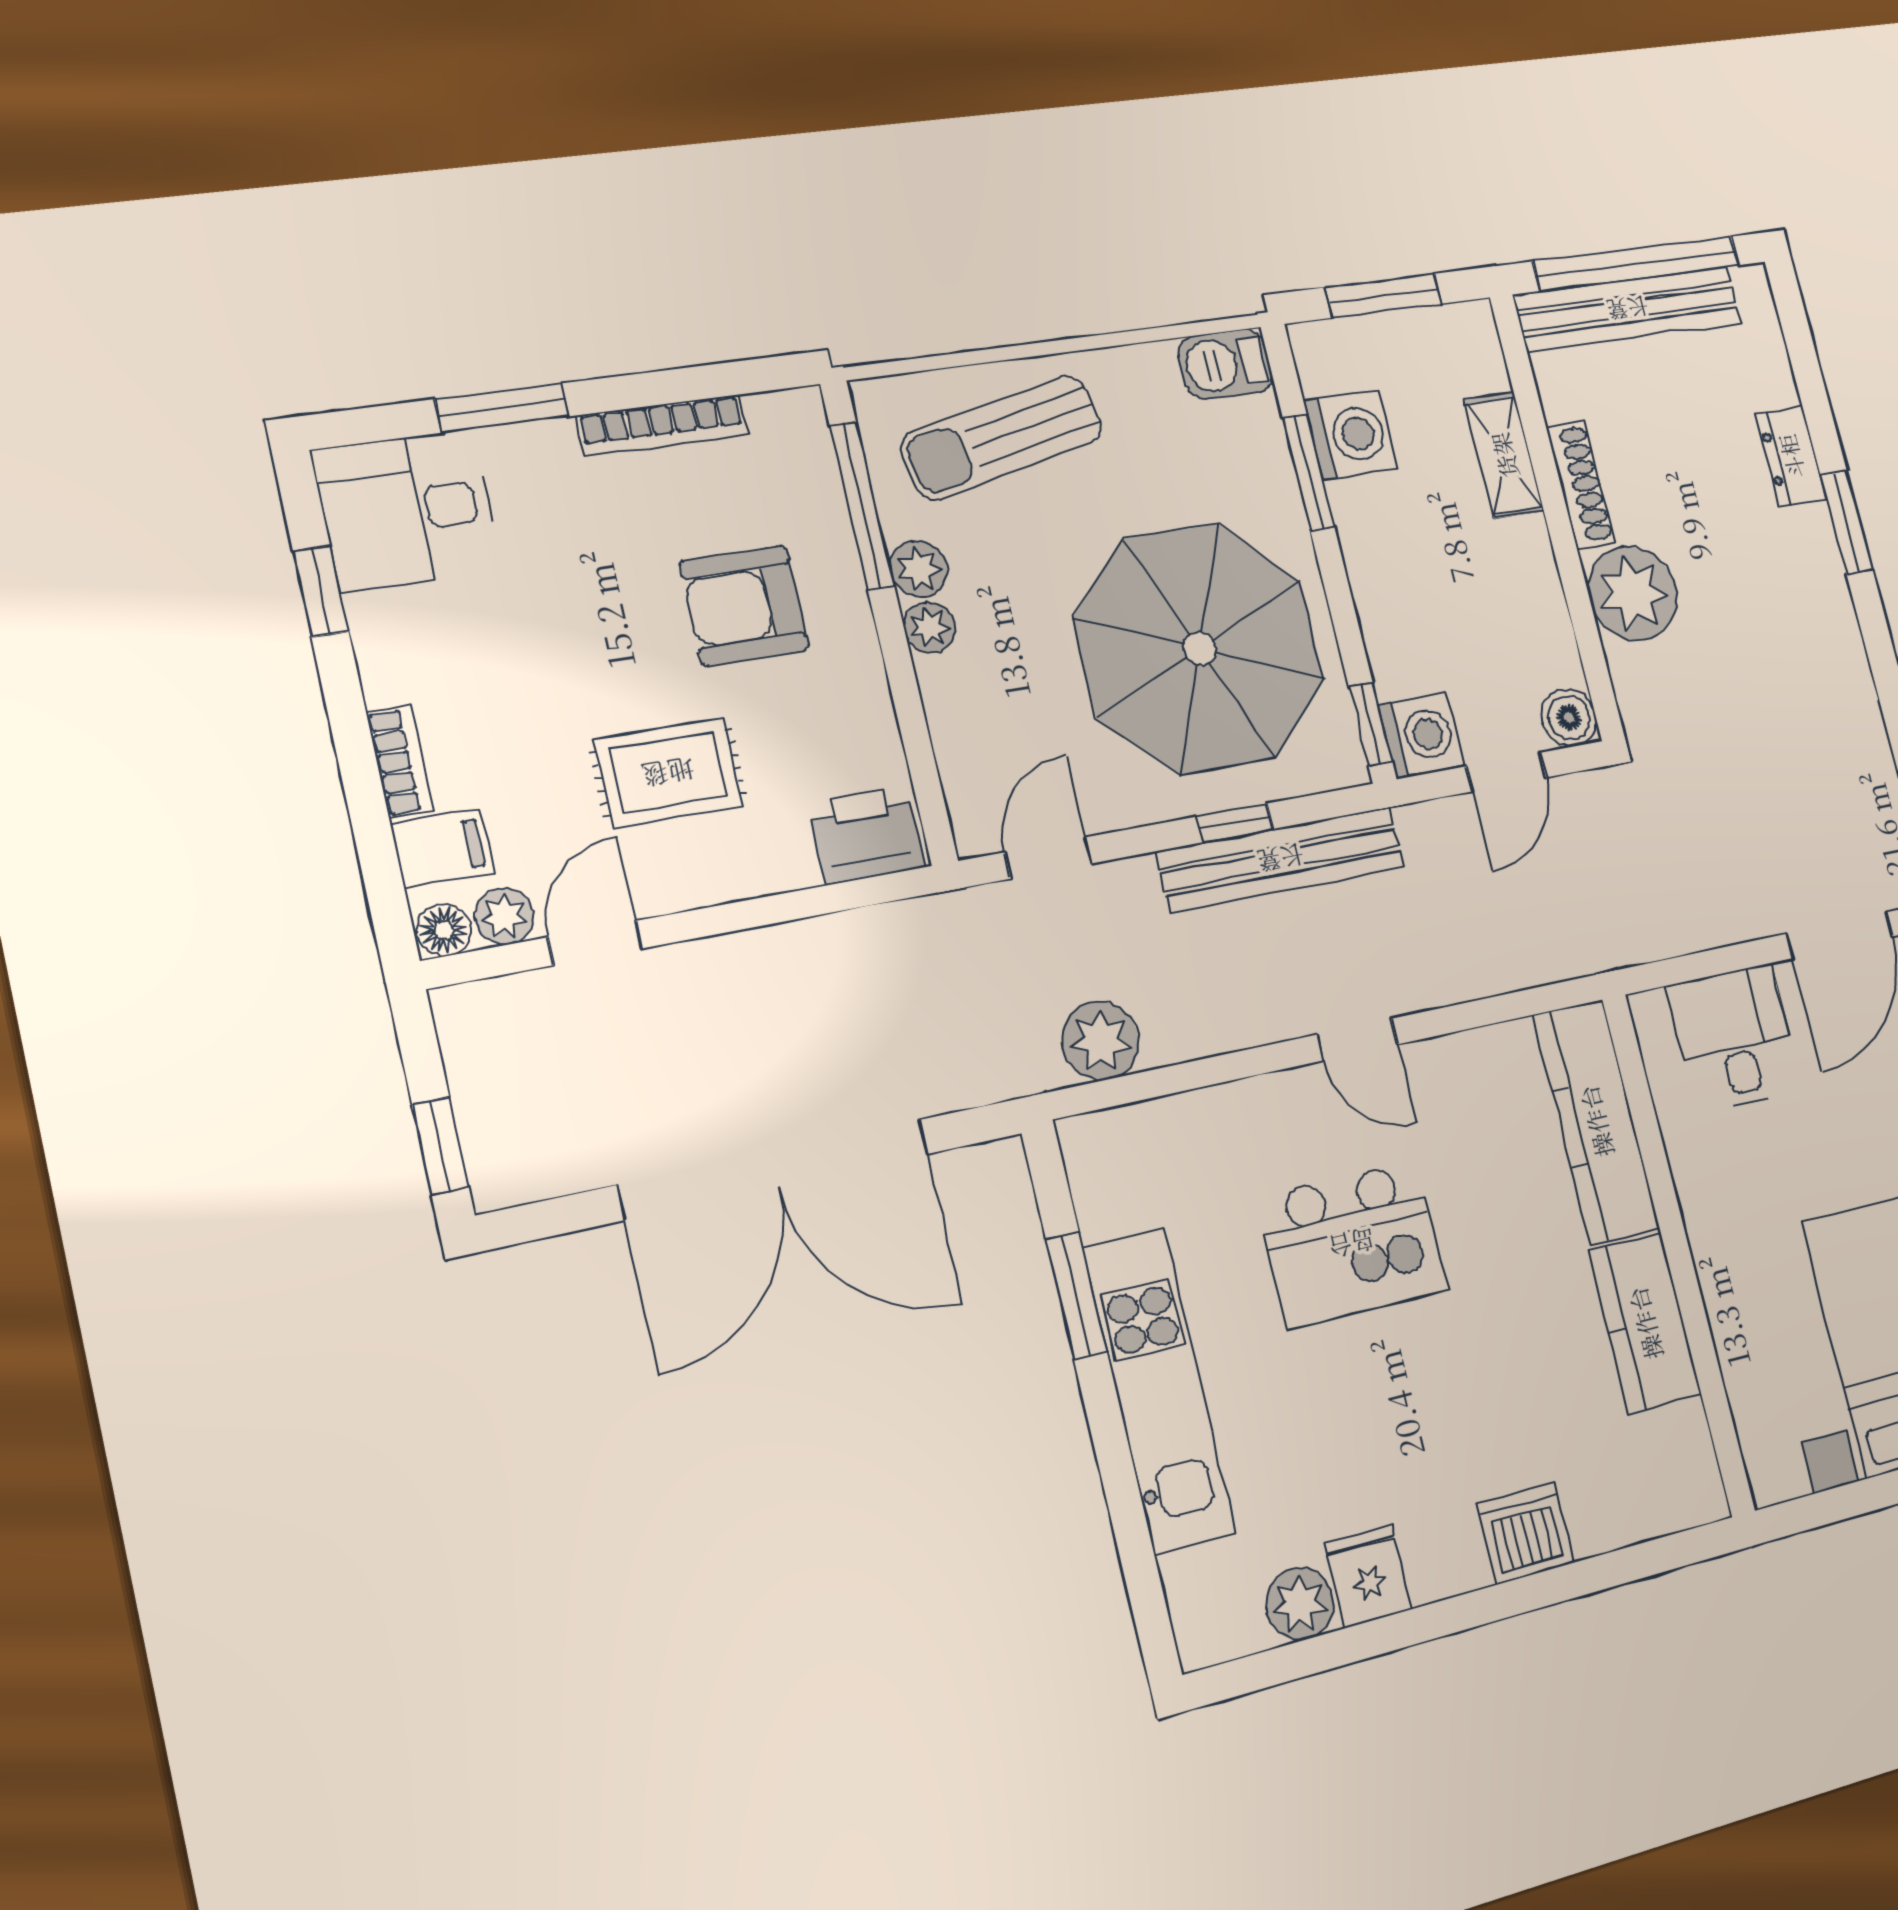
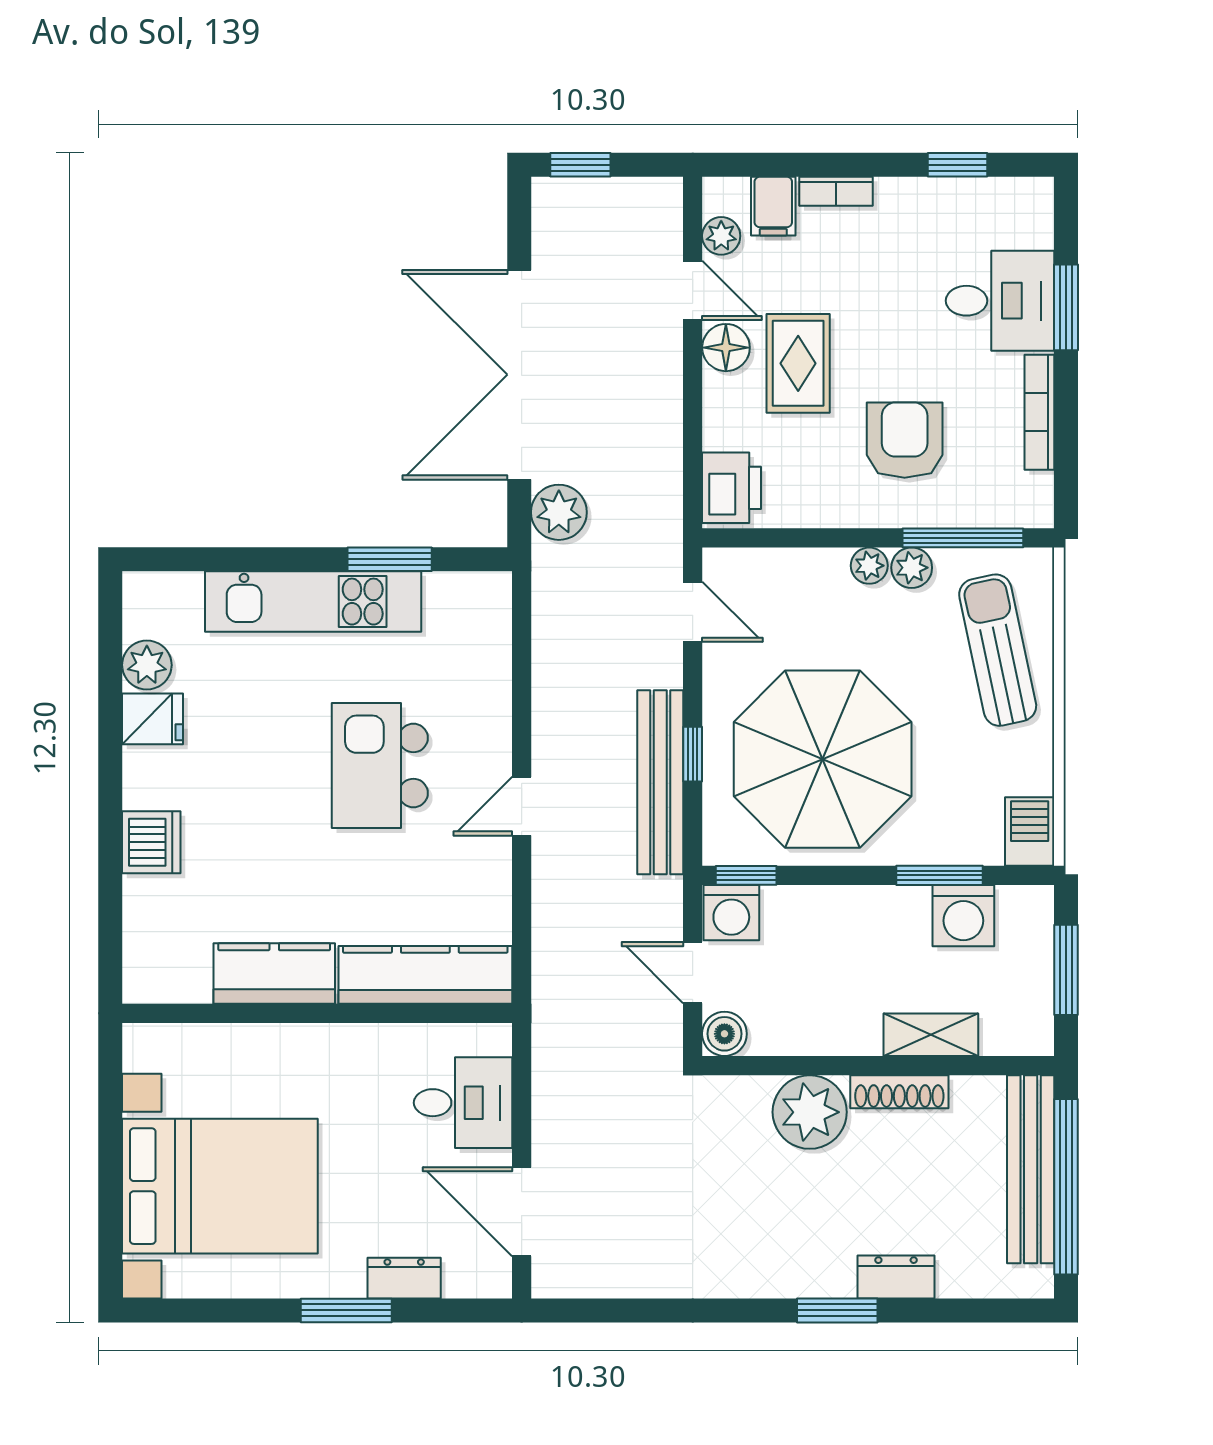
desk: (407, 510) -> (1000, 301), moved, turned 90
floor lamp: (444, 930) -> (726, 348), moved, width x1.37, depth x1.37
plant: (1100, 1041) -> (559, 512), moved

